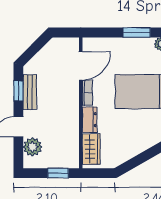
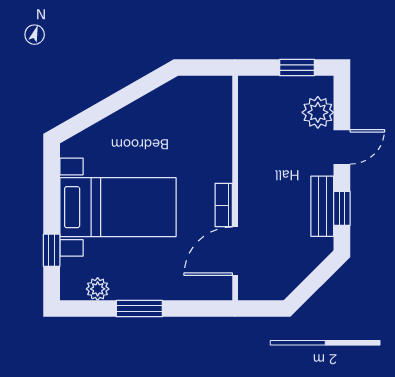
dresser: (90, 120) -> (220, 159), removed
wardrobe: (91, 149) -> (217, 109), removed
window: (58, 173) -> (297, 68), moved

